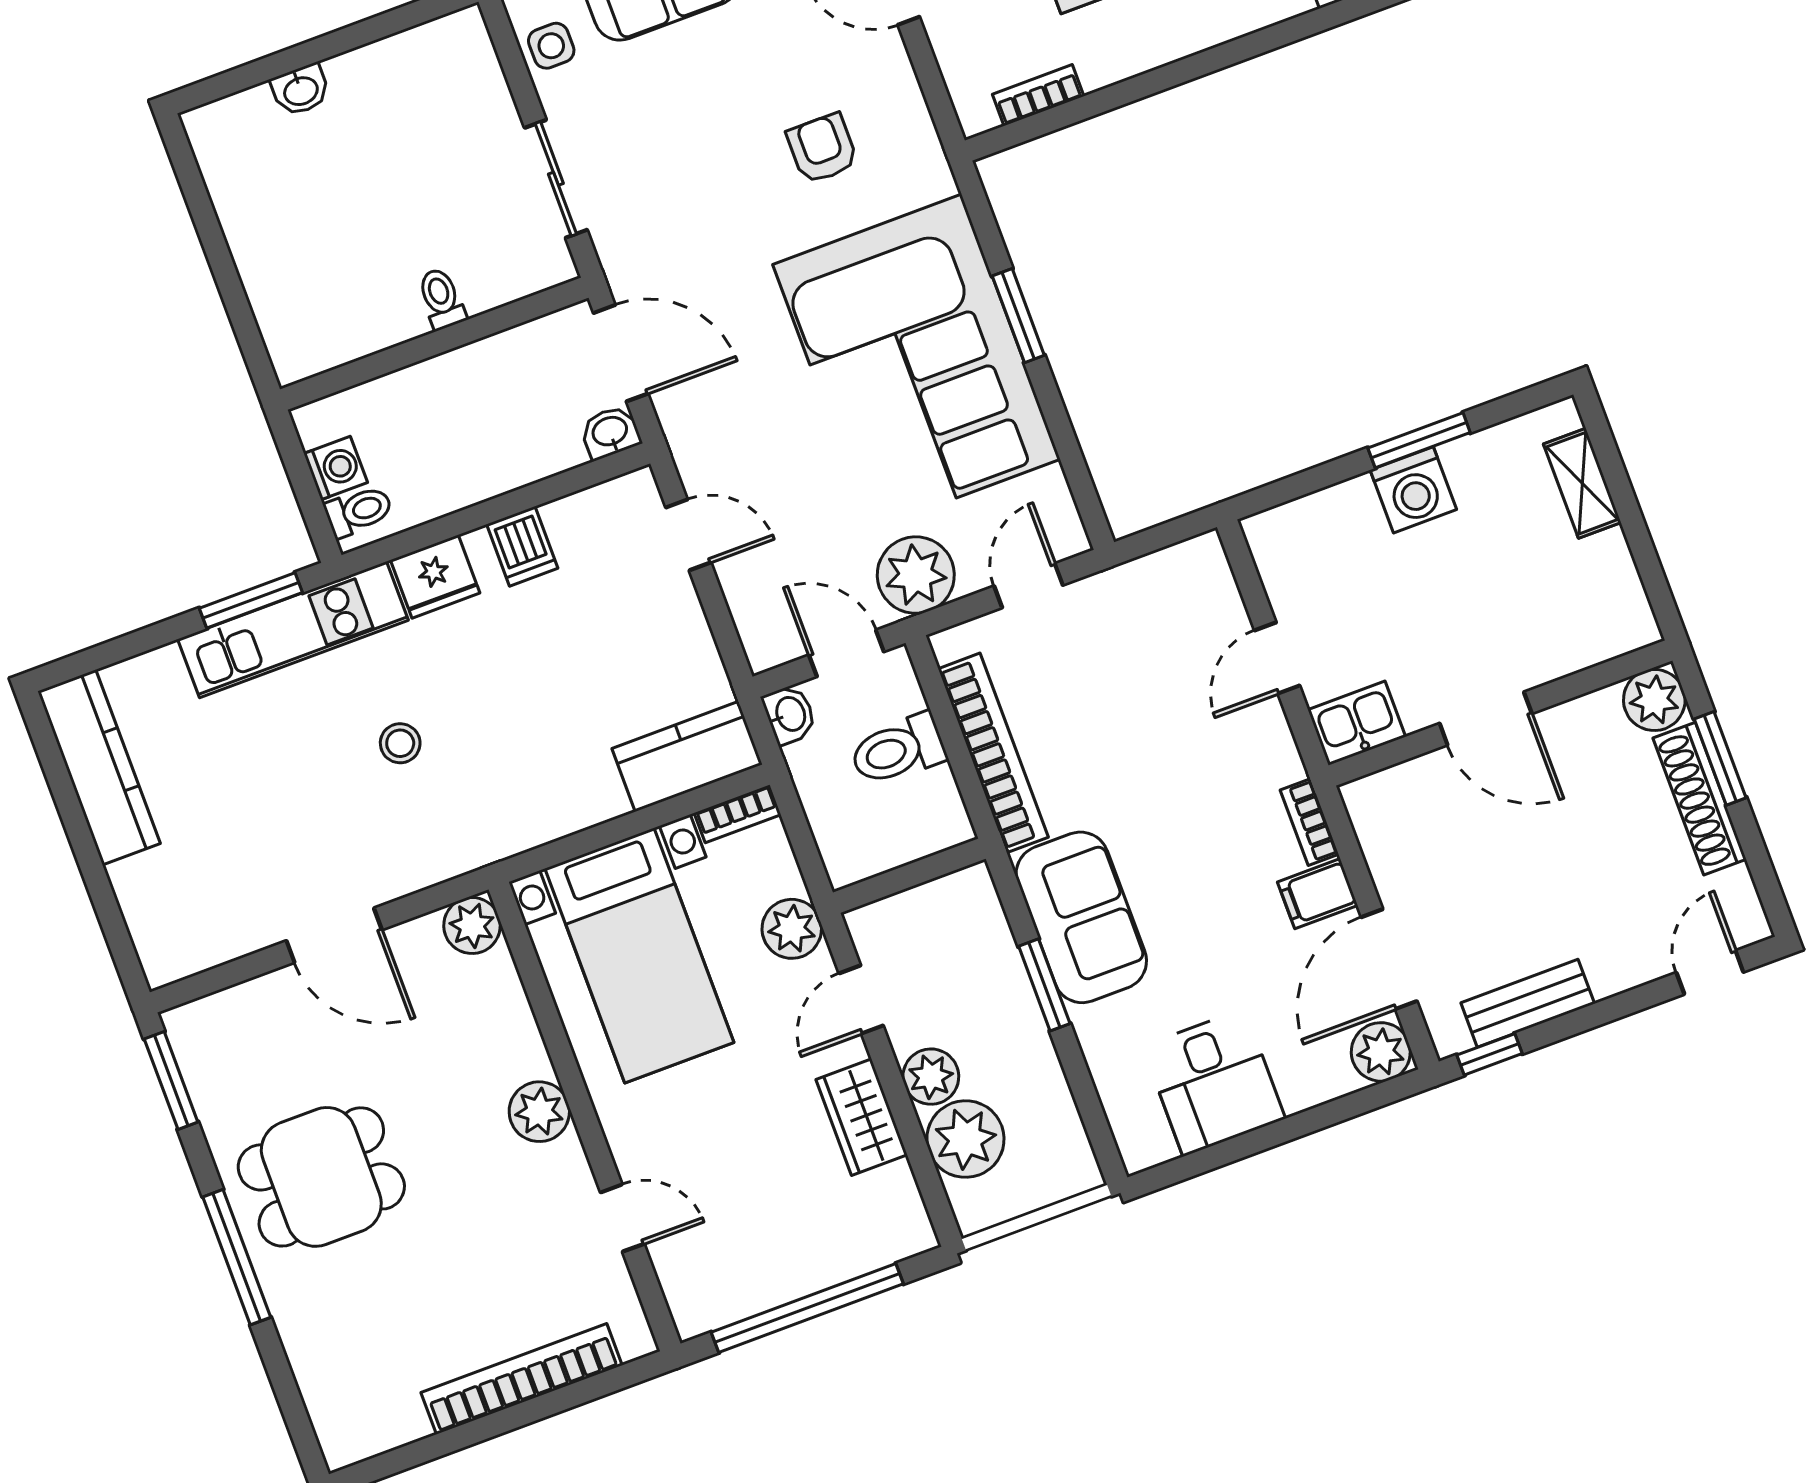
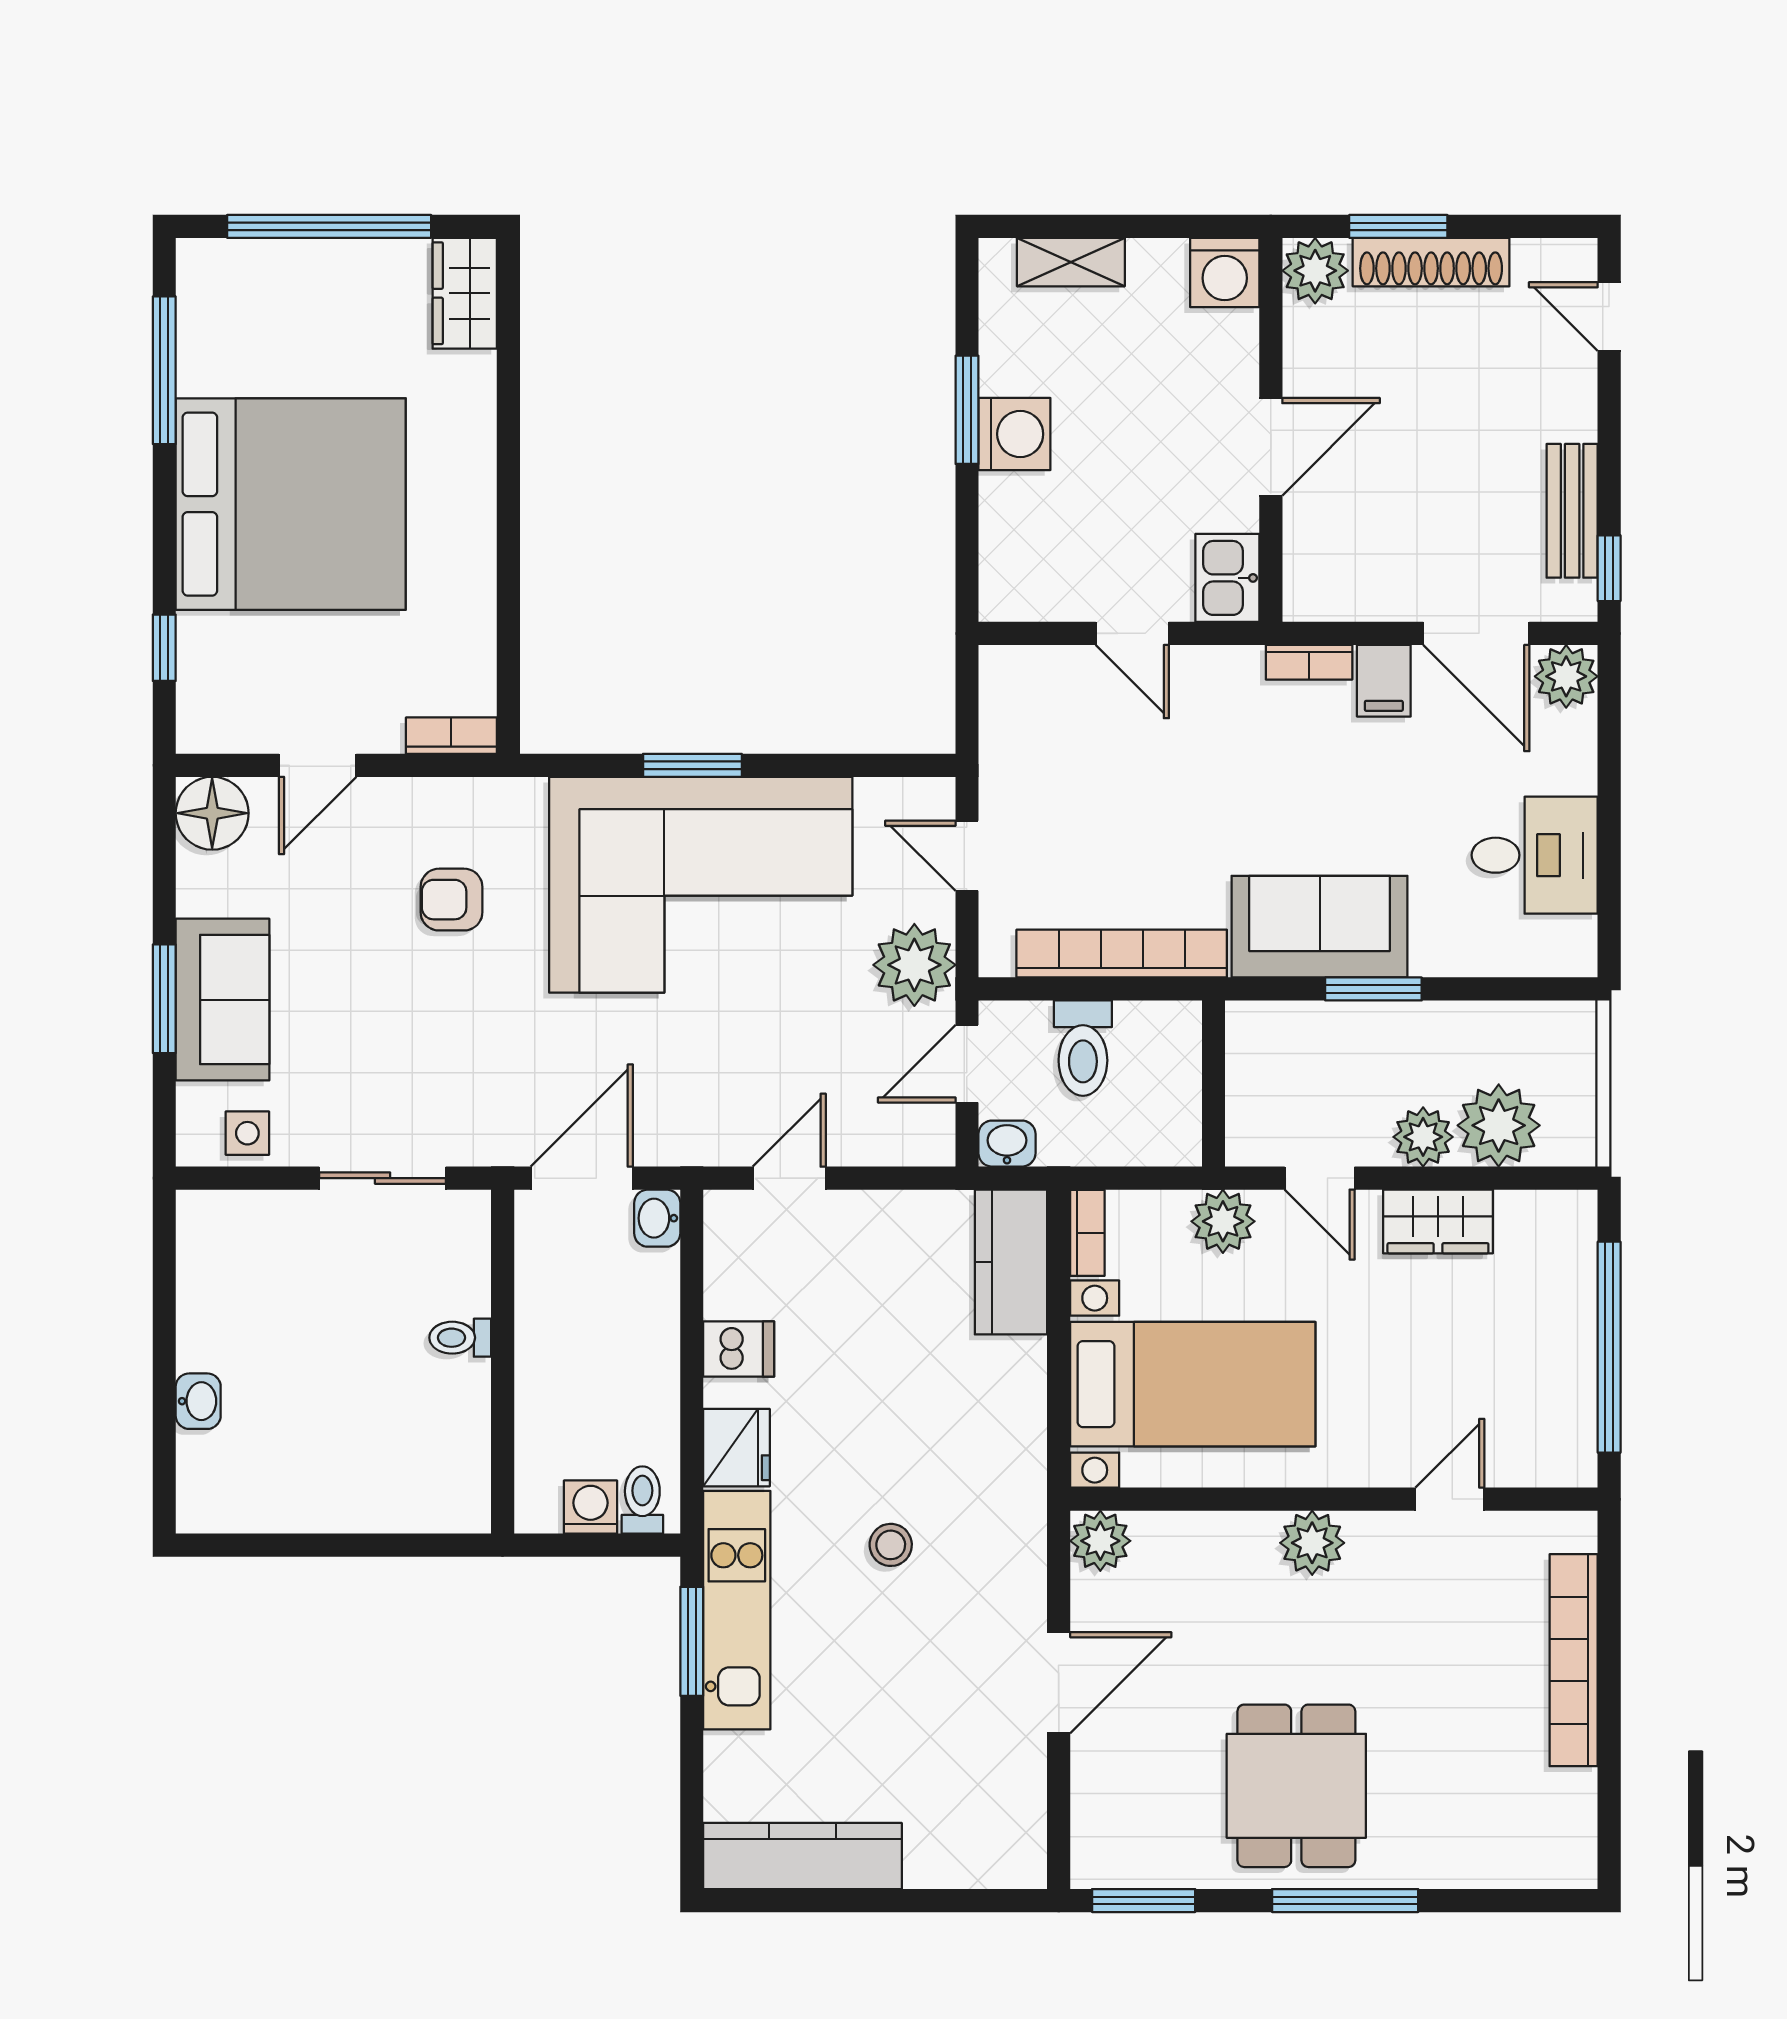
bookcase: (1038, 95) -> (451, 736), moved, turned 90
washing machine: (1623, 621) -> (1225, 272), added

